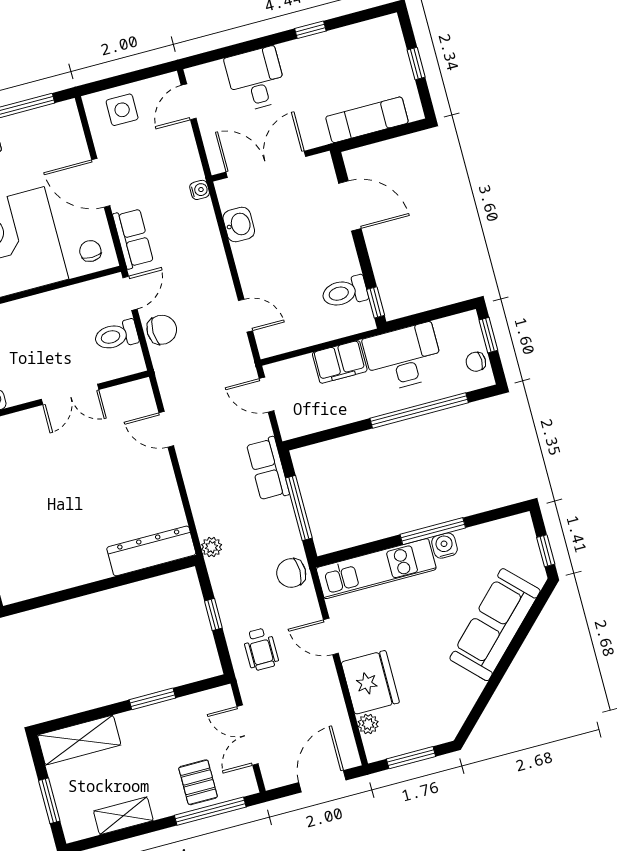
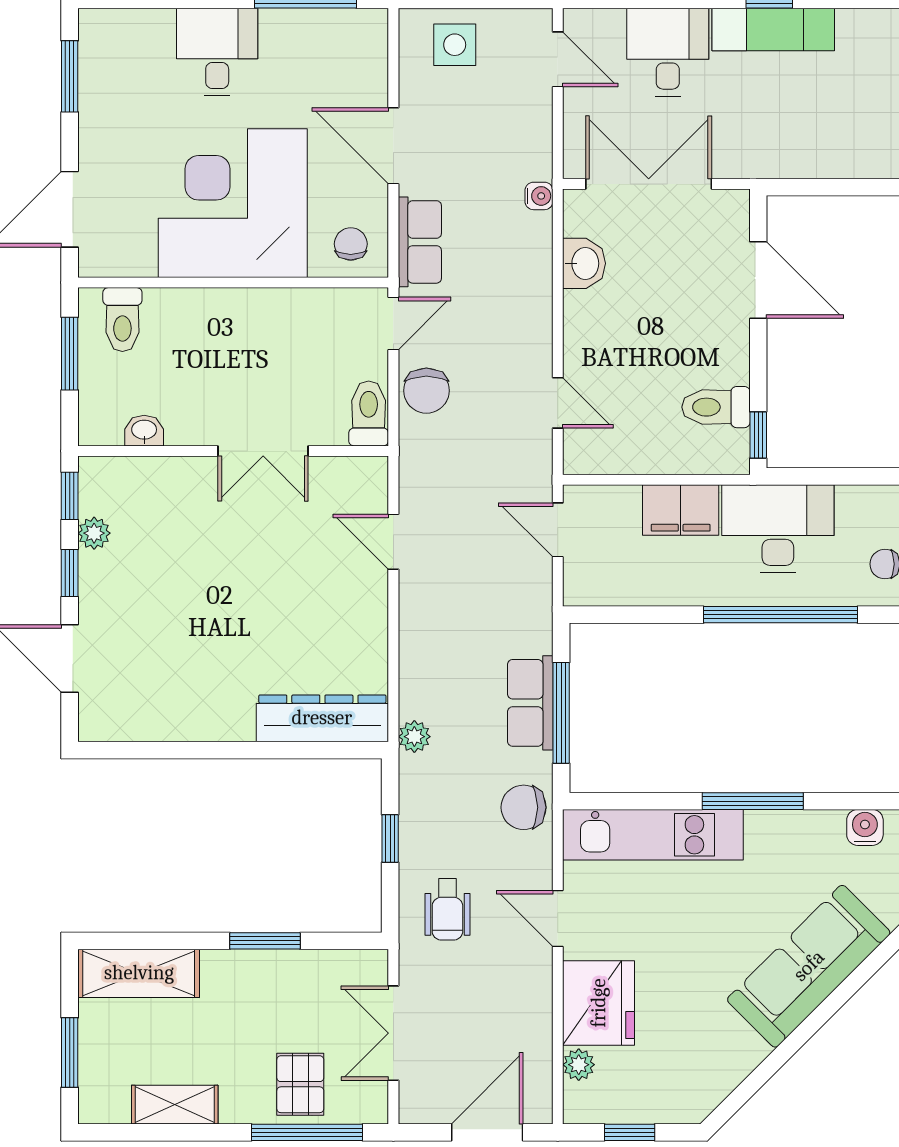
door: (189, 102) -> (558, 59), swing flipped
exam couch: (367, 120) -> (773, 29), moved, turned 180
chair: (162, 330) -> (426, 391), turned 91
toilet: (116, 335) -> (369, 413), moved, turned 90
row of seats: (268, 469) -> (530, 703), moved
water cooler: (444, 546) -> (865, 827), moved
window: (411, 758) -> (630, 1132), width x0.67

